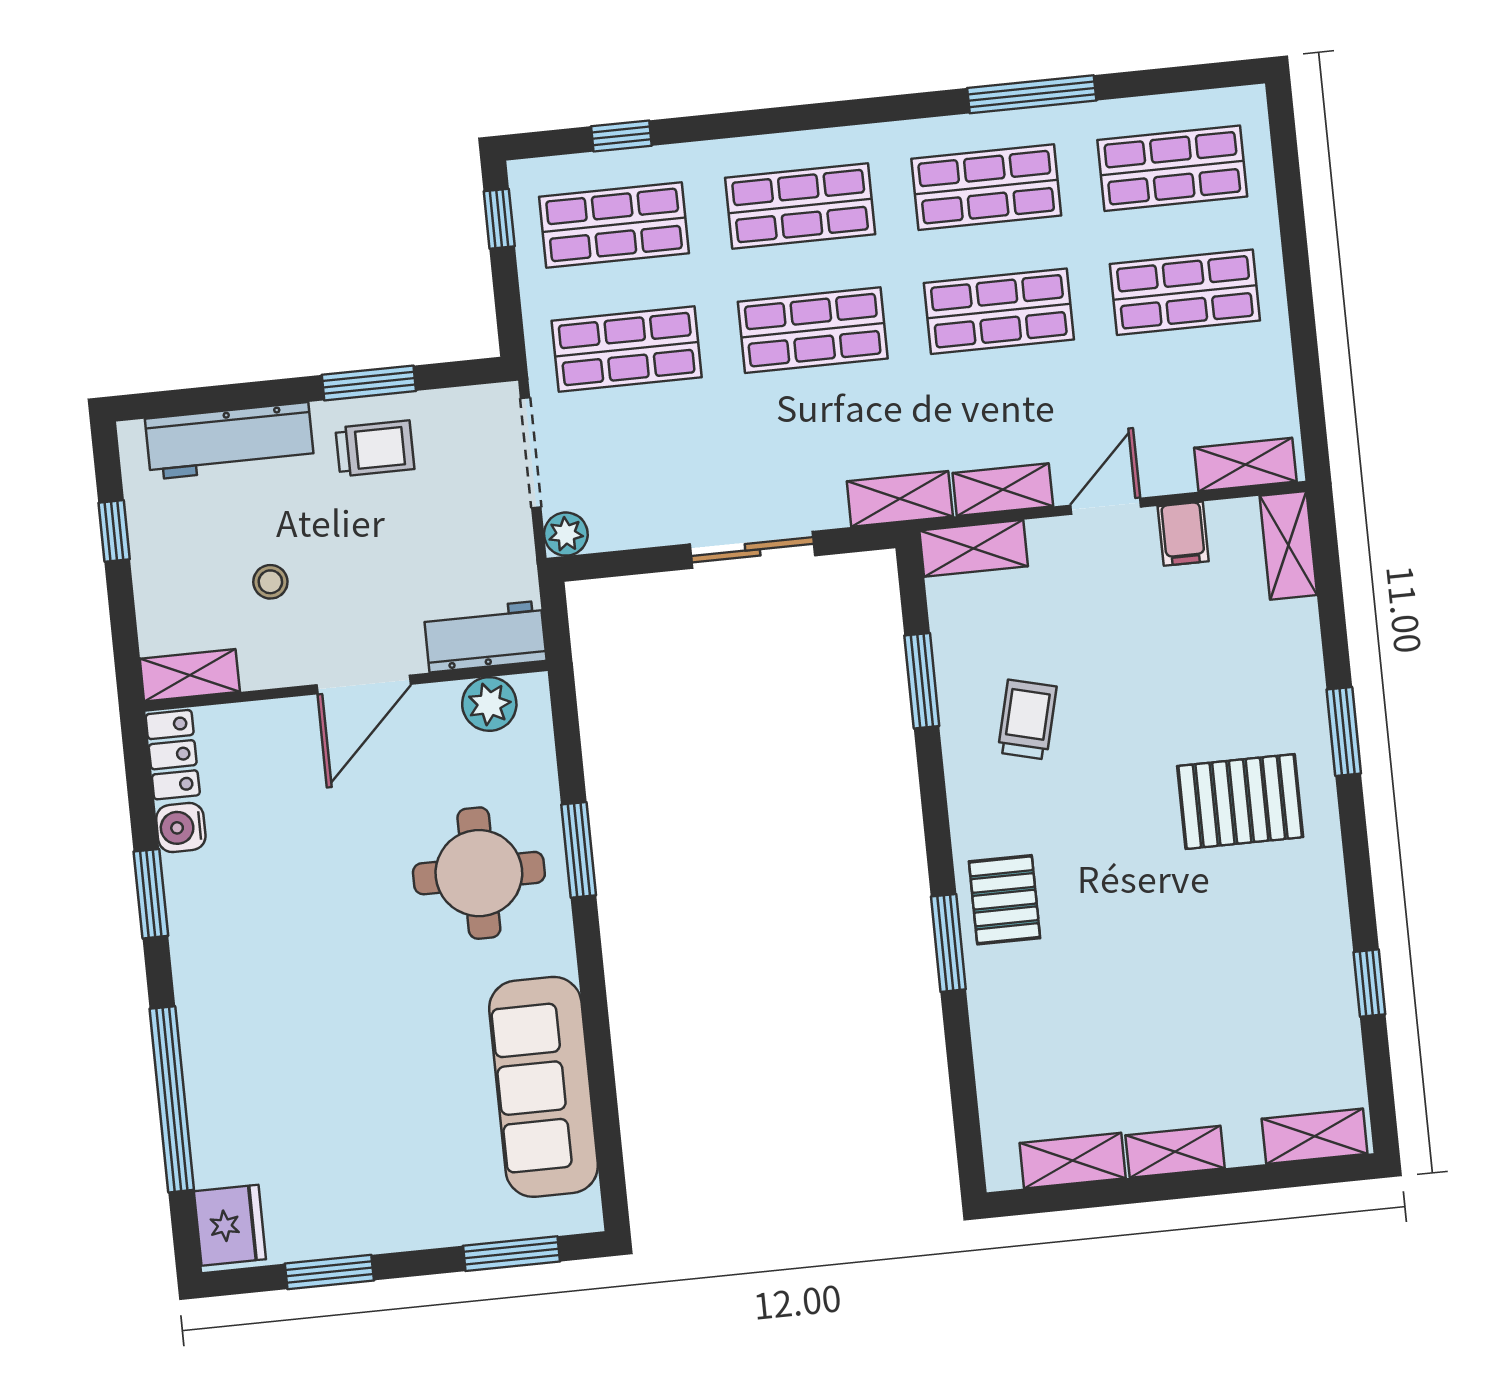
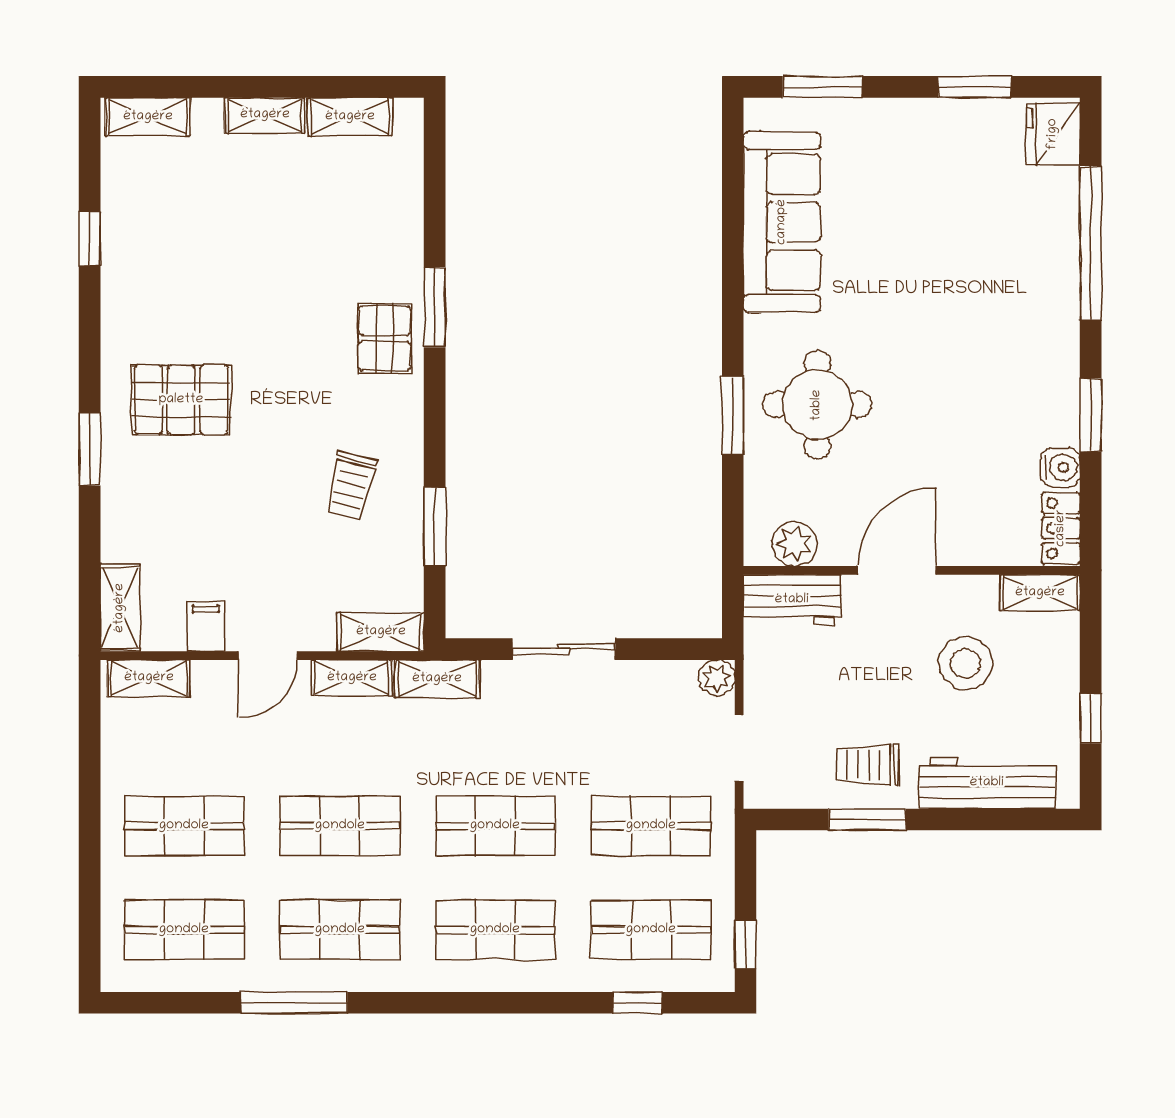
doorway: (531, 453) -> (739, 748), width x0.73
stool: (270, 582) -> (965, 663), width x1.89, depth x1.89

